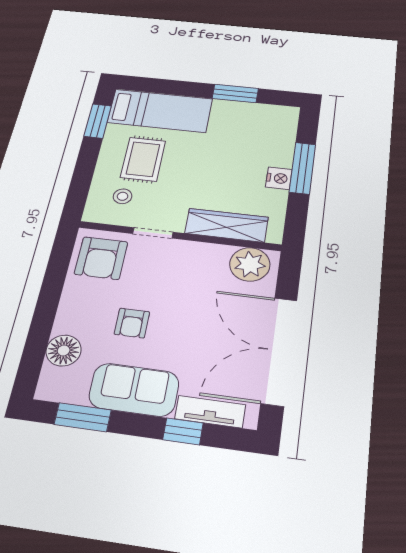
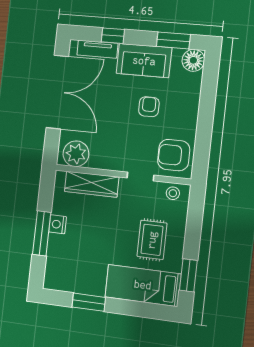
stool: (123, 196) -> (173, 193), moved
armchair: (101, 258) -> (174, 155), turned -90
floor lamp: (64, 350) -> (193, 60), moved

